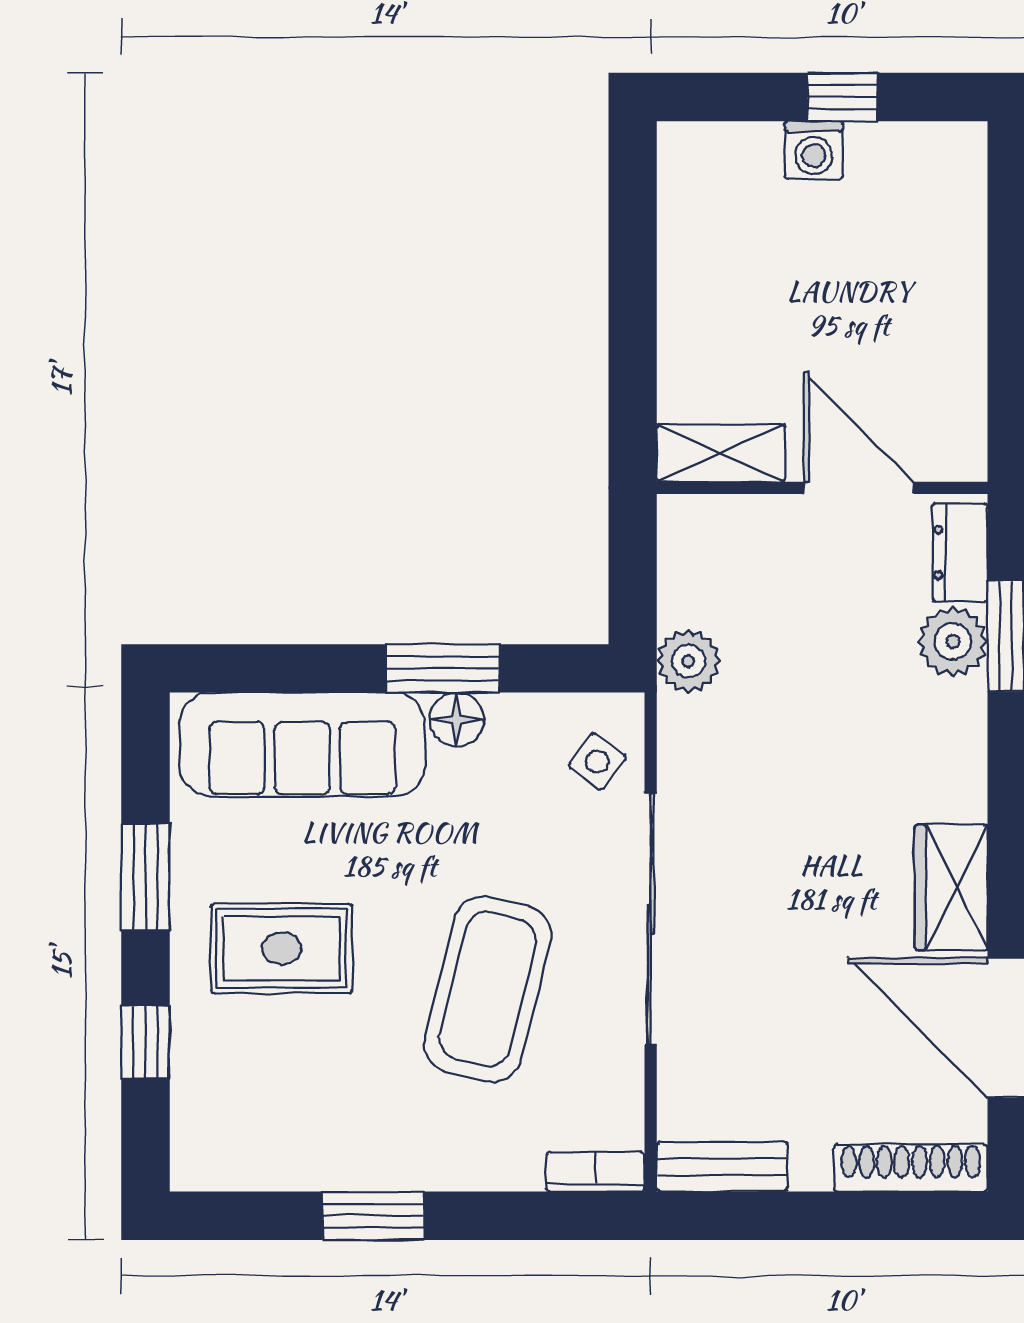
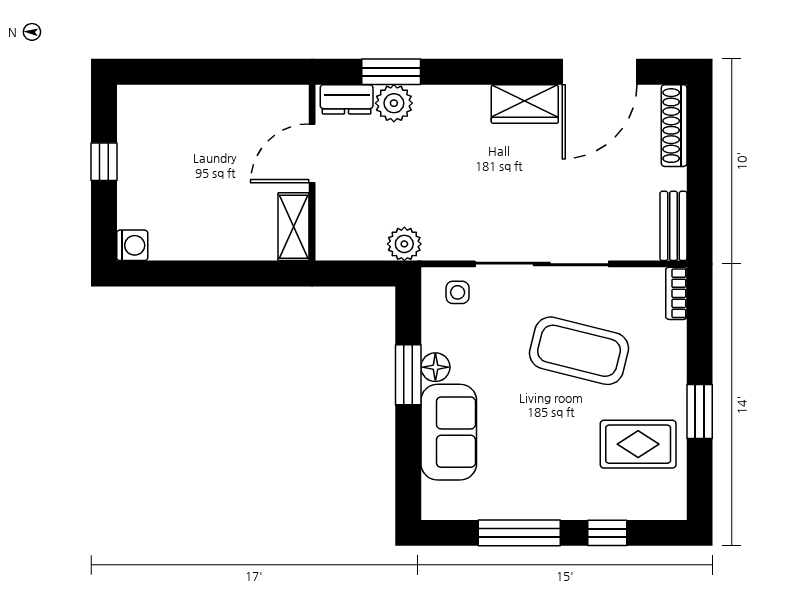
washing machine: (814, 150) -> (132, 245), moved
sofa: (302, 745) -> (449, 432), width x0.73
side table: (597, 761) -> (458, 292), turned -36
window: (145, 877) -> (519, 533), width x1.44
rug: (282, 948) -> (638, 444), moved, turned 90

